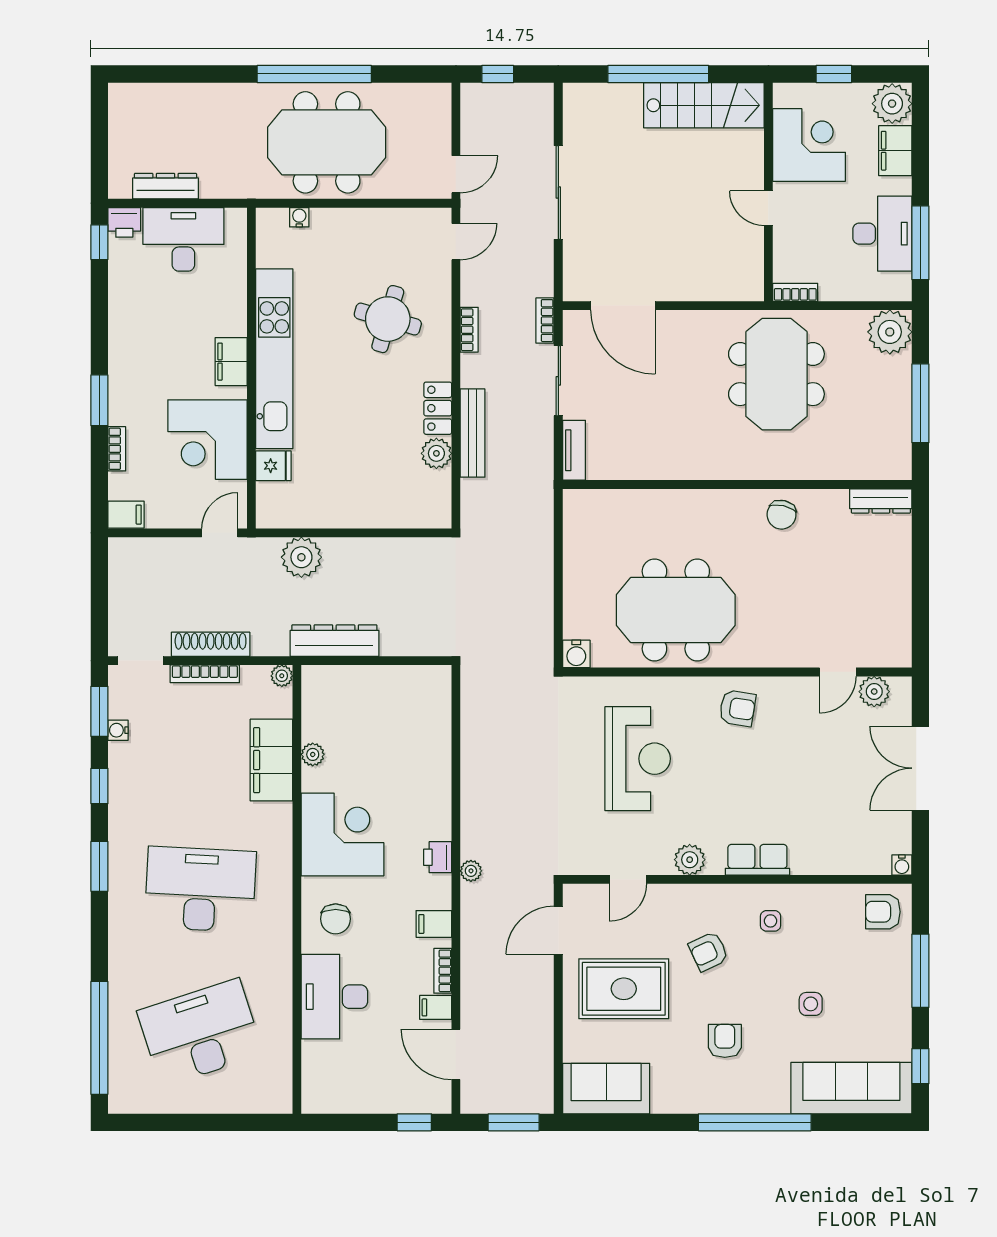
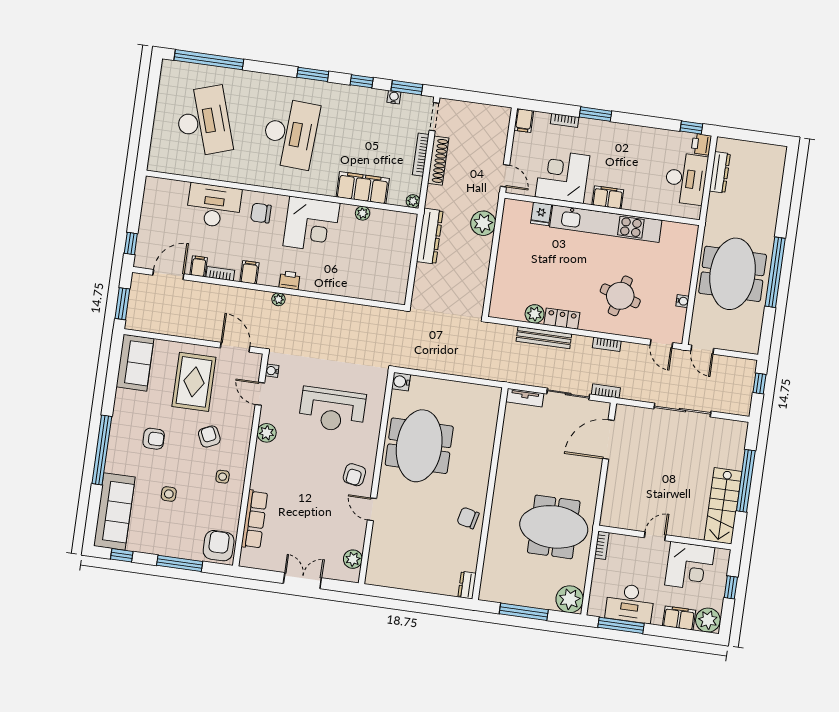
water cooler: (299, 217) -> (682, 301), moved
dresser: (881, 501) -> (467, 585), width x0.70
door: (838, 672) -> (372, 509), moved
double door: (920, 768) -> (302, 581), width x0.73
row of seats: (757, 860) -> (254, 519), moved, width x1.48
water cooler: (902, 865) -> (272, 371), moved
armchair: (883, 912) -> (219, 546), width x1.38, depth x1.38

